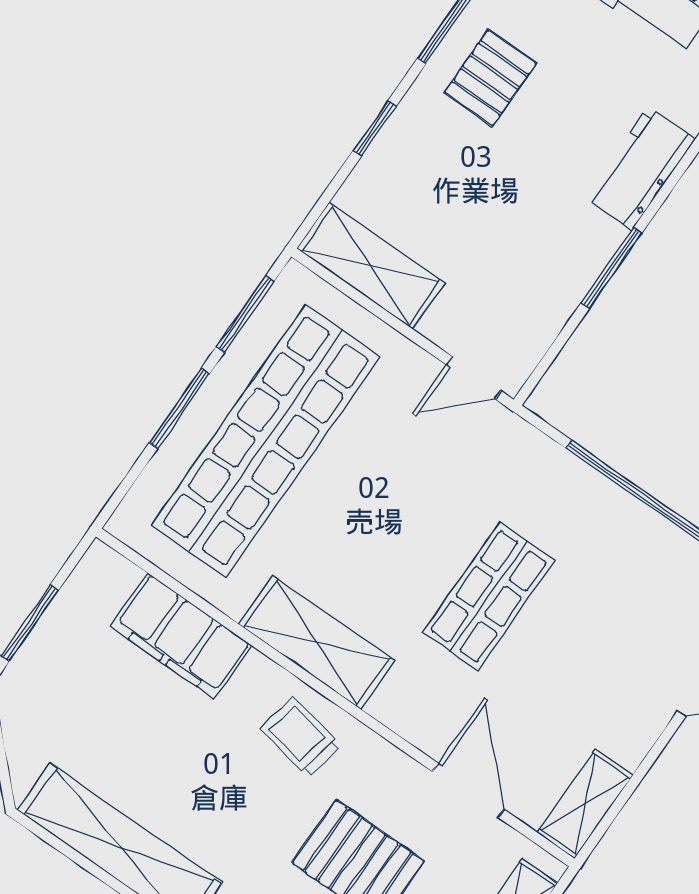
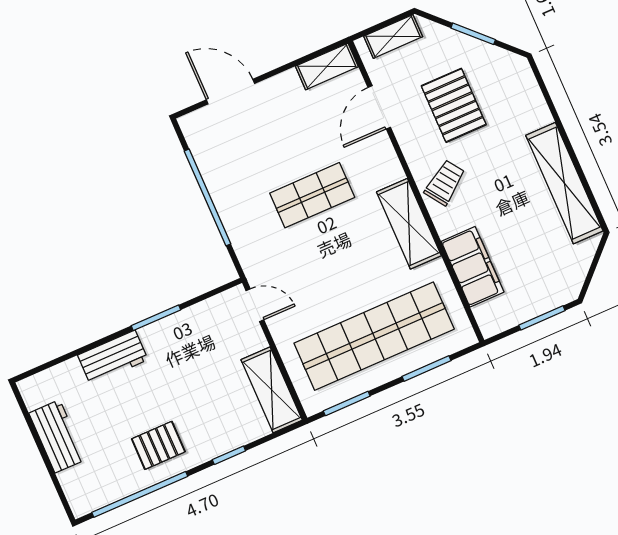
window: (179, 408) -> (426, 368), moved
trolley: (300, 737) -> (445, 183), turned -136

